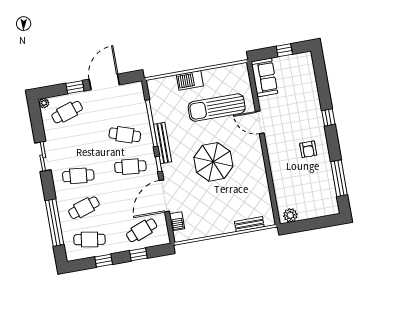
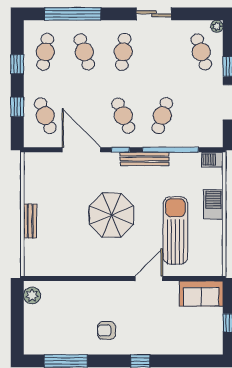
cafe table: (130, 167) -> (123, 116), turned -30
barbecue: (177, 221) -> (212, 160), moved
bench: (249, 224) -> (30, 221), moved

